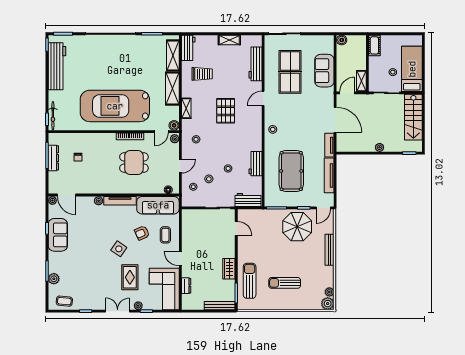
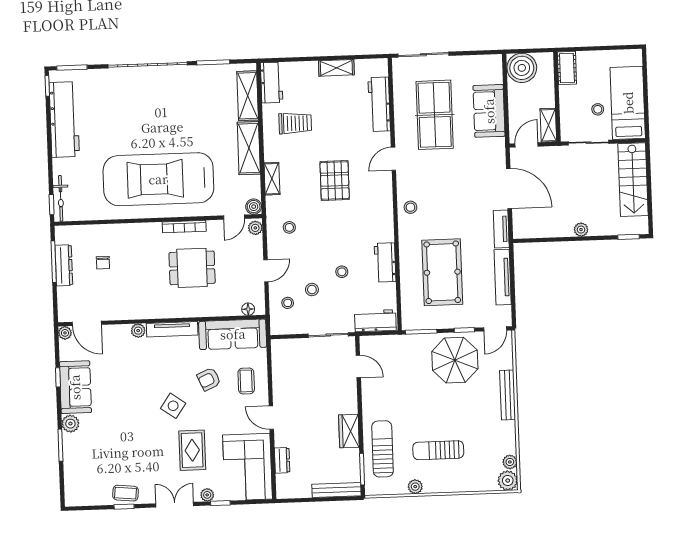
boiler: (342, 40) -> (522, 68), width x1.86, depth x1.86
plant: (54, 279) -> (70, 424), moved
coffee table: (64, 301) -> (126, 493), moved
plant: (269, 305) -> (415, 487), added

